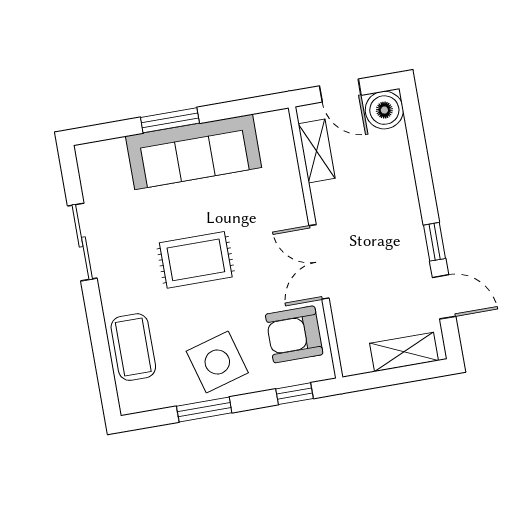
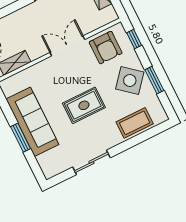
rug: (196, 260) -> (84, 105), turned 90
double door: (319, 262) -> (67, 46), swing flipped
side table: (217, 362) -> (130, 81), turned -34

